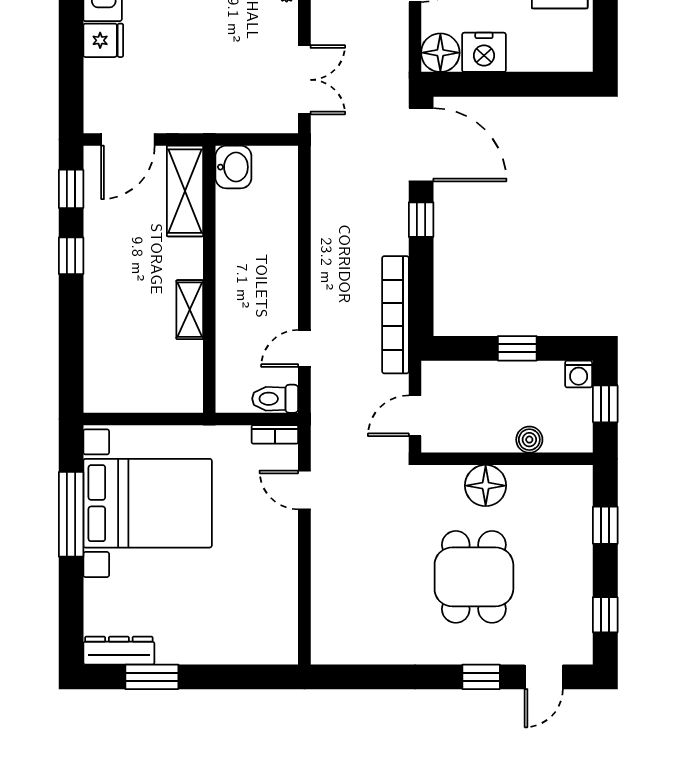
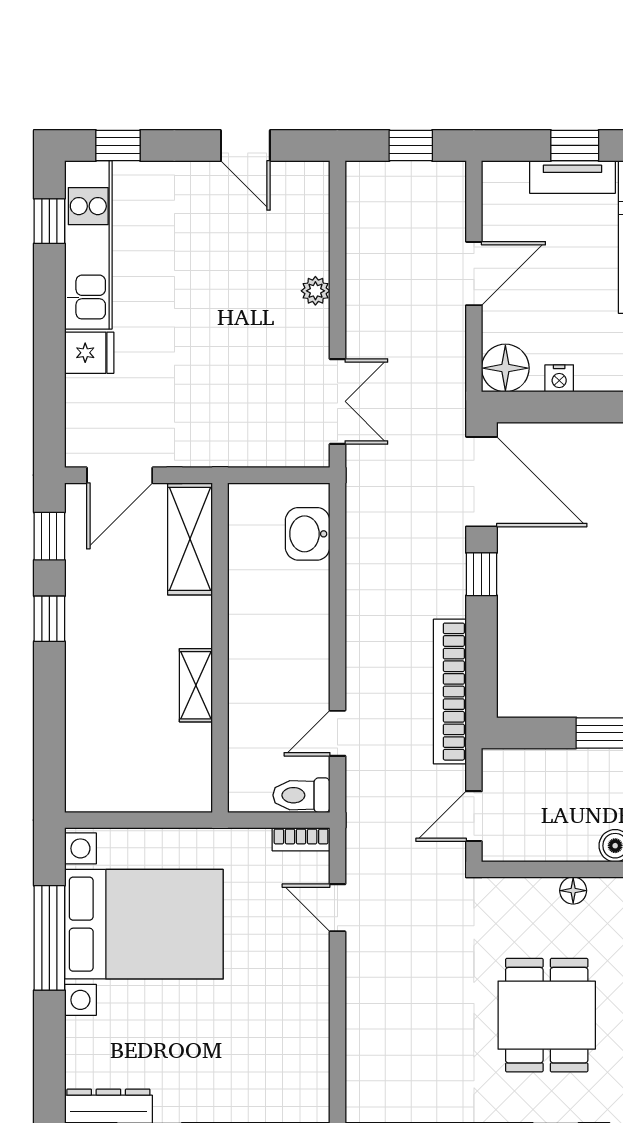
nightstand: (484, 52) -> (559, 378), width x0.53, depth x0.56
washbasin: (233, 167) -> (308, 534), moved, turned 180
floor lamp: (486, 486) -> (573, 891), width x0.53, depth x0.53

